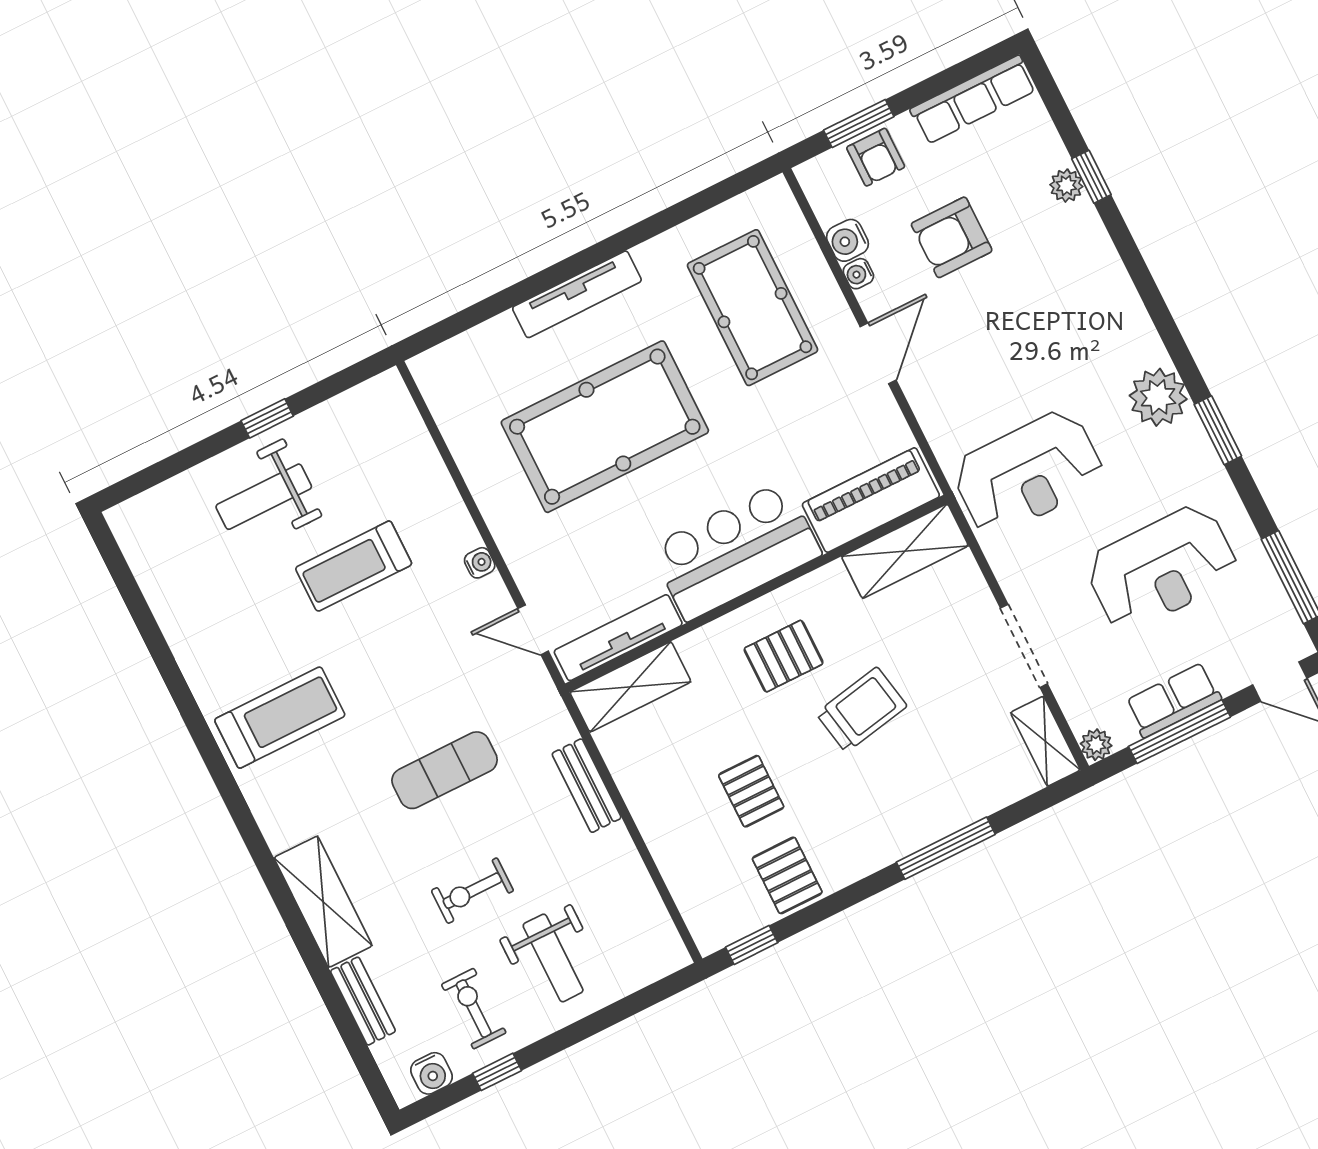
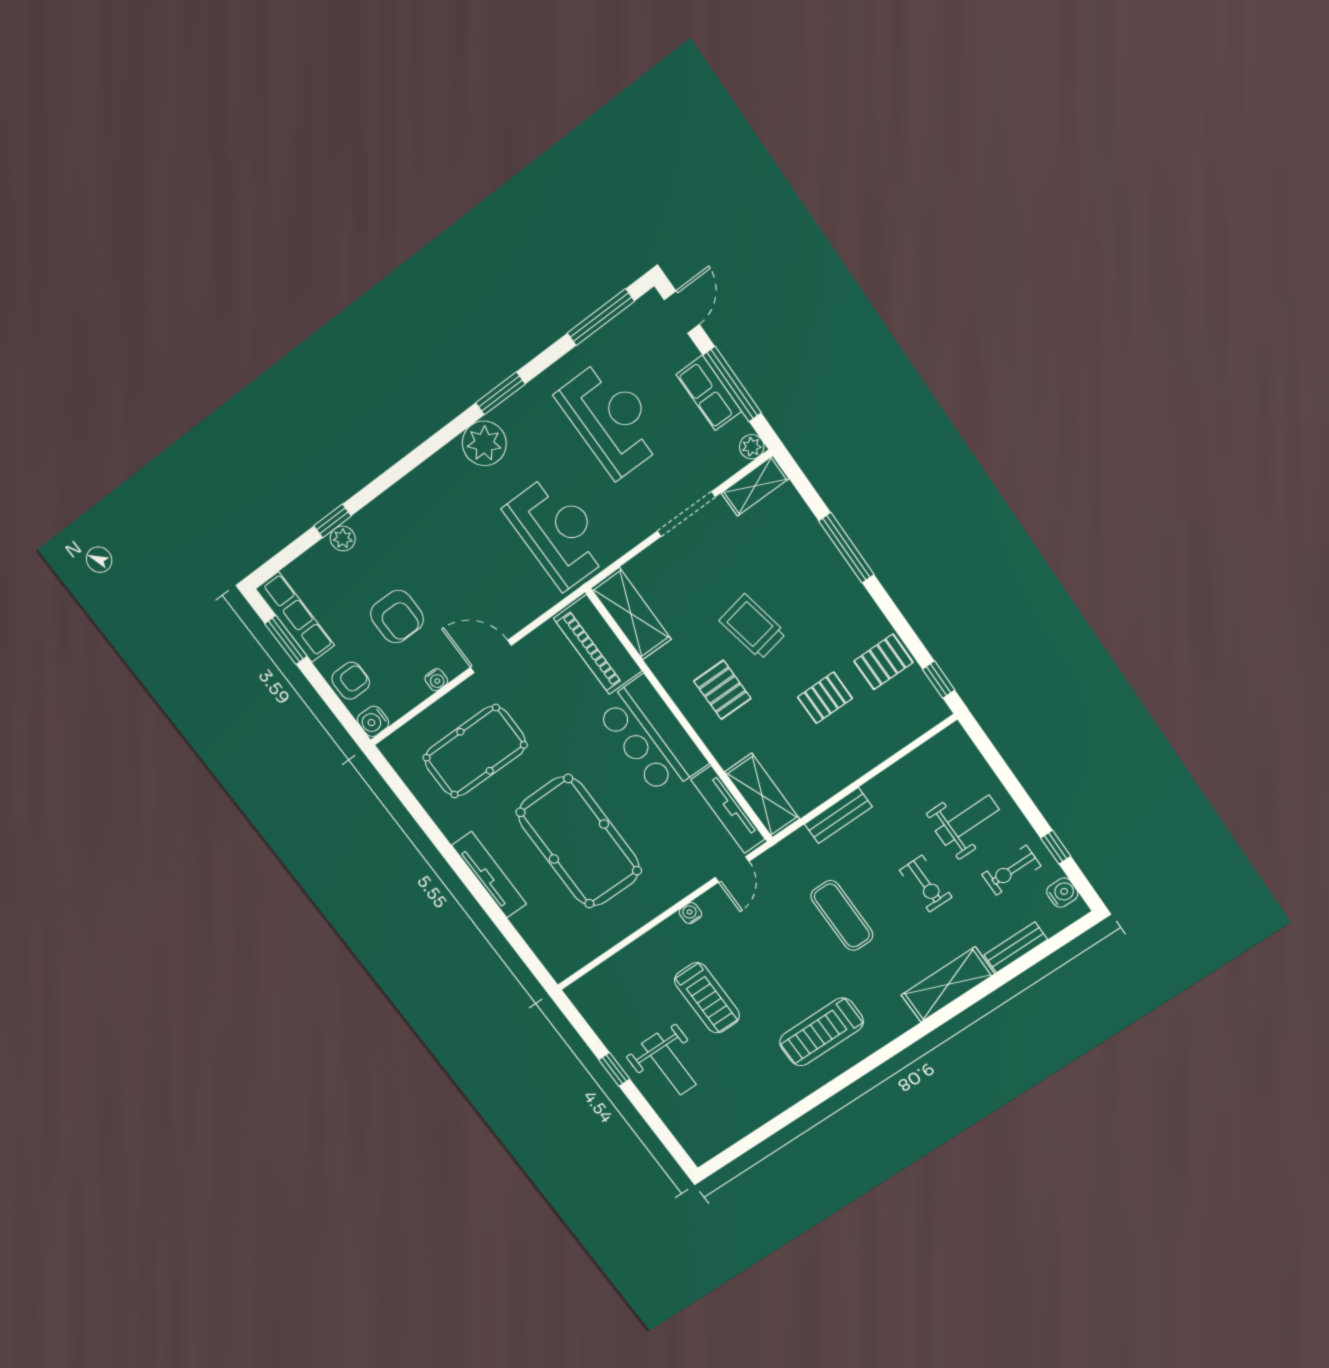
window: (859, 123) -> (286, 640), moved
water cooler: (847, 240) -> (373, 721), moved, turned 90
treadmill: (280, 718) -> (821, 1032), turned -90

